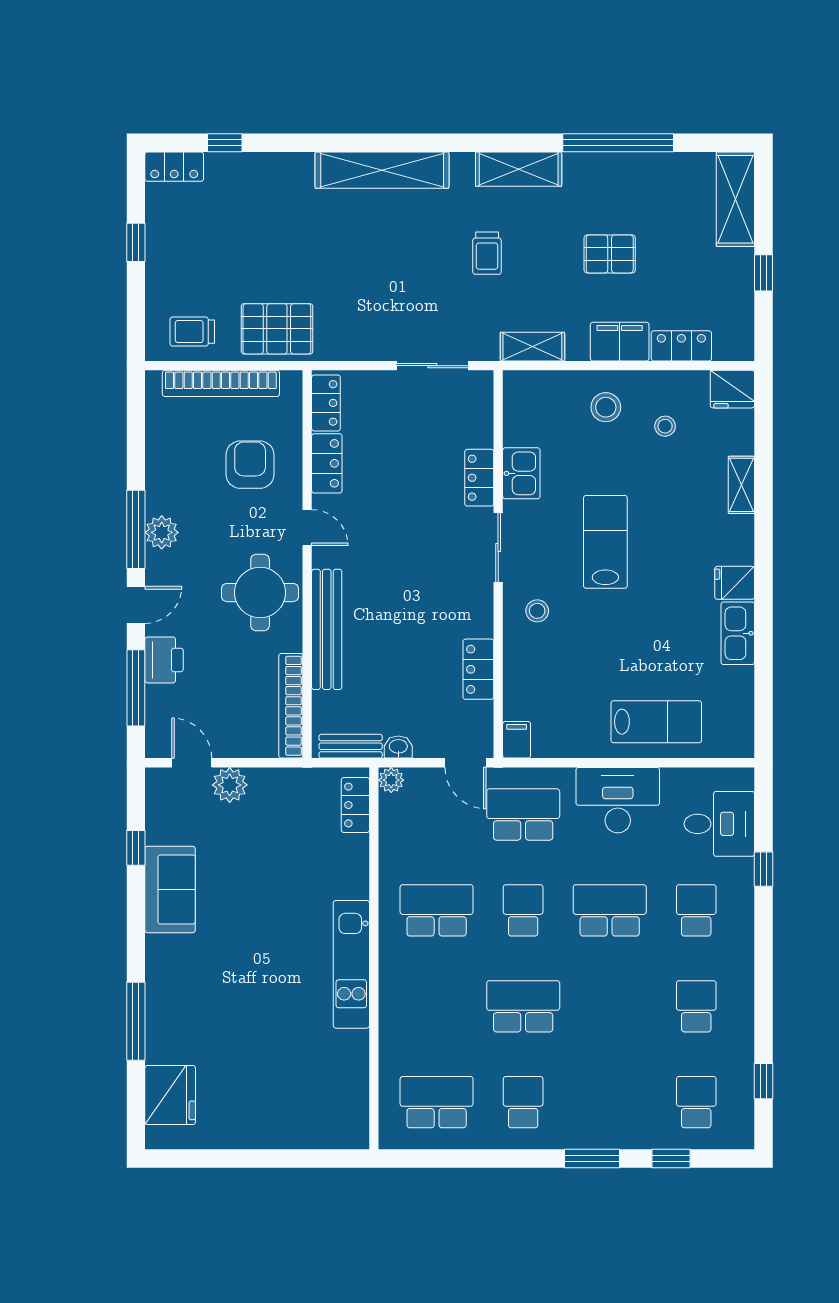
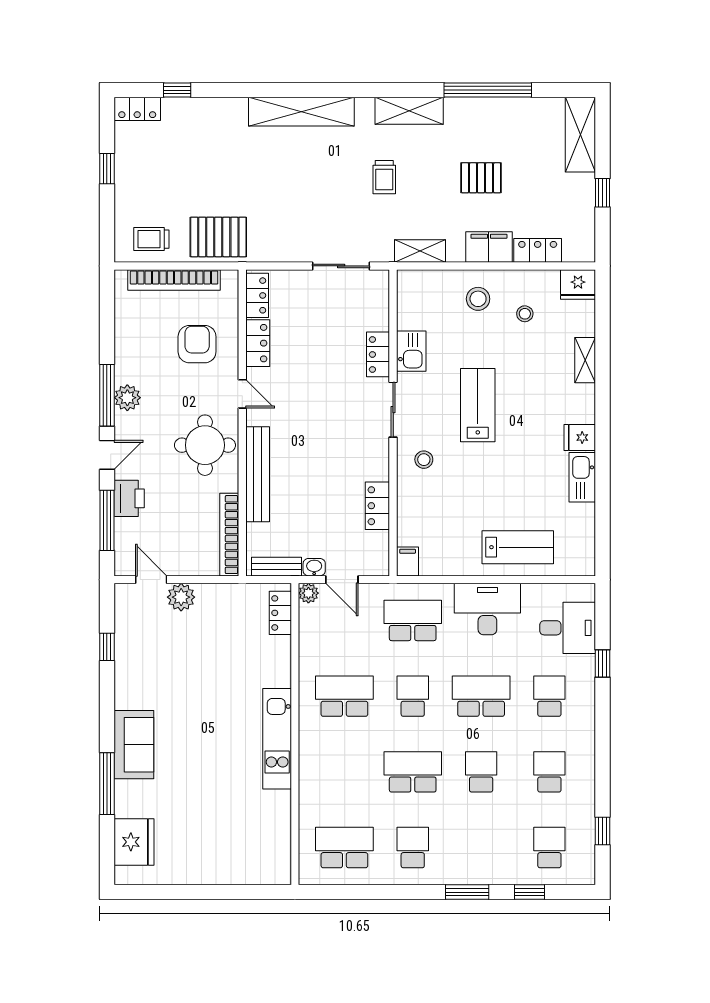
door: (465, 763) -> (342, 580), moved
sofa: (170, 890) -> (134, 745), moved
school desk: (610, 1006) -> (481, 772), added

